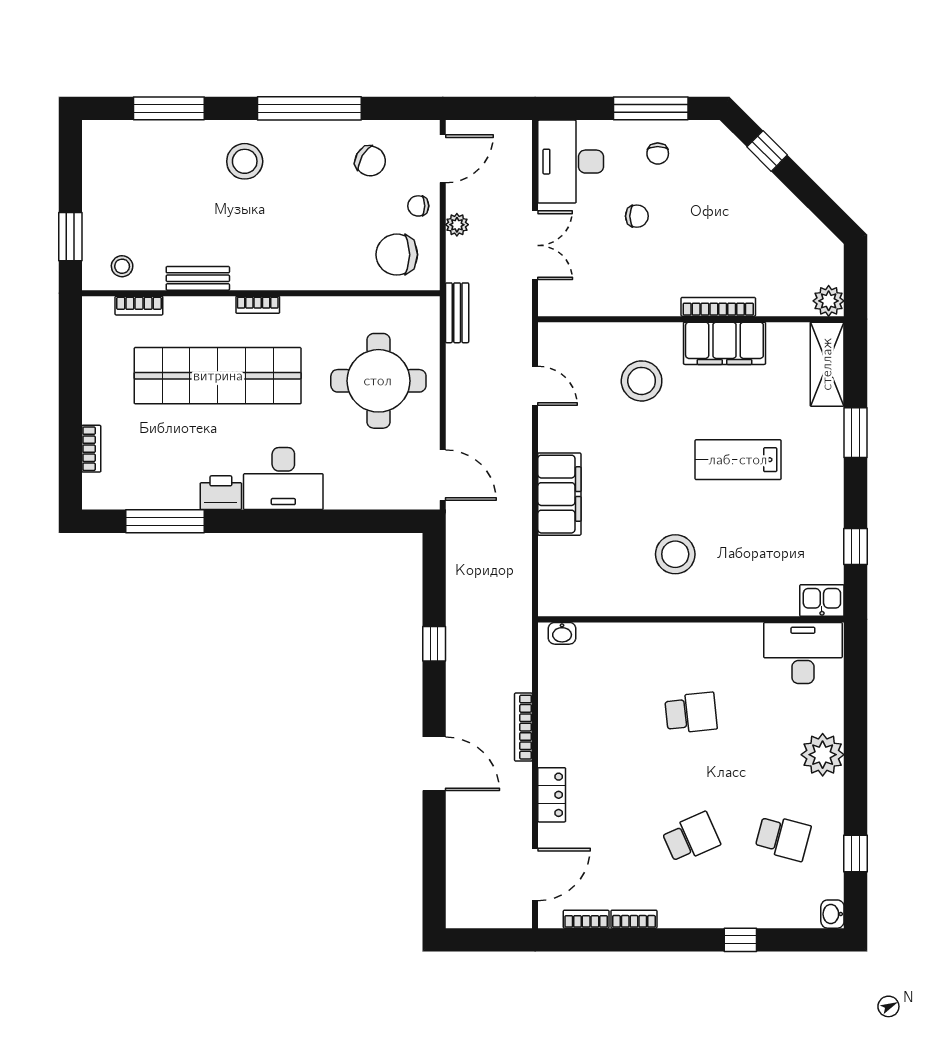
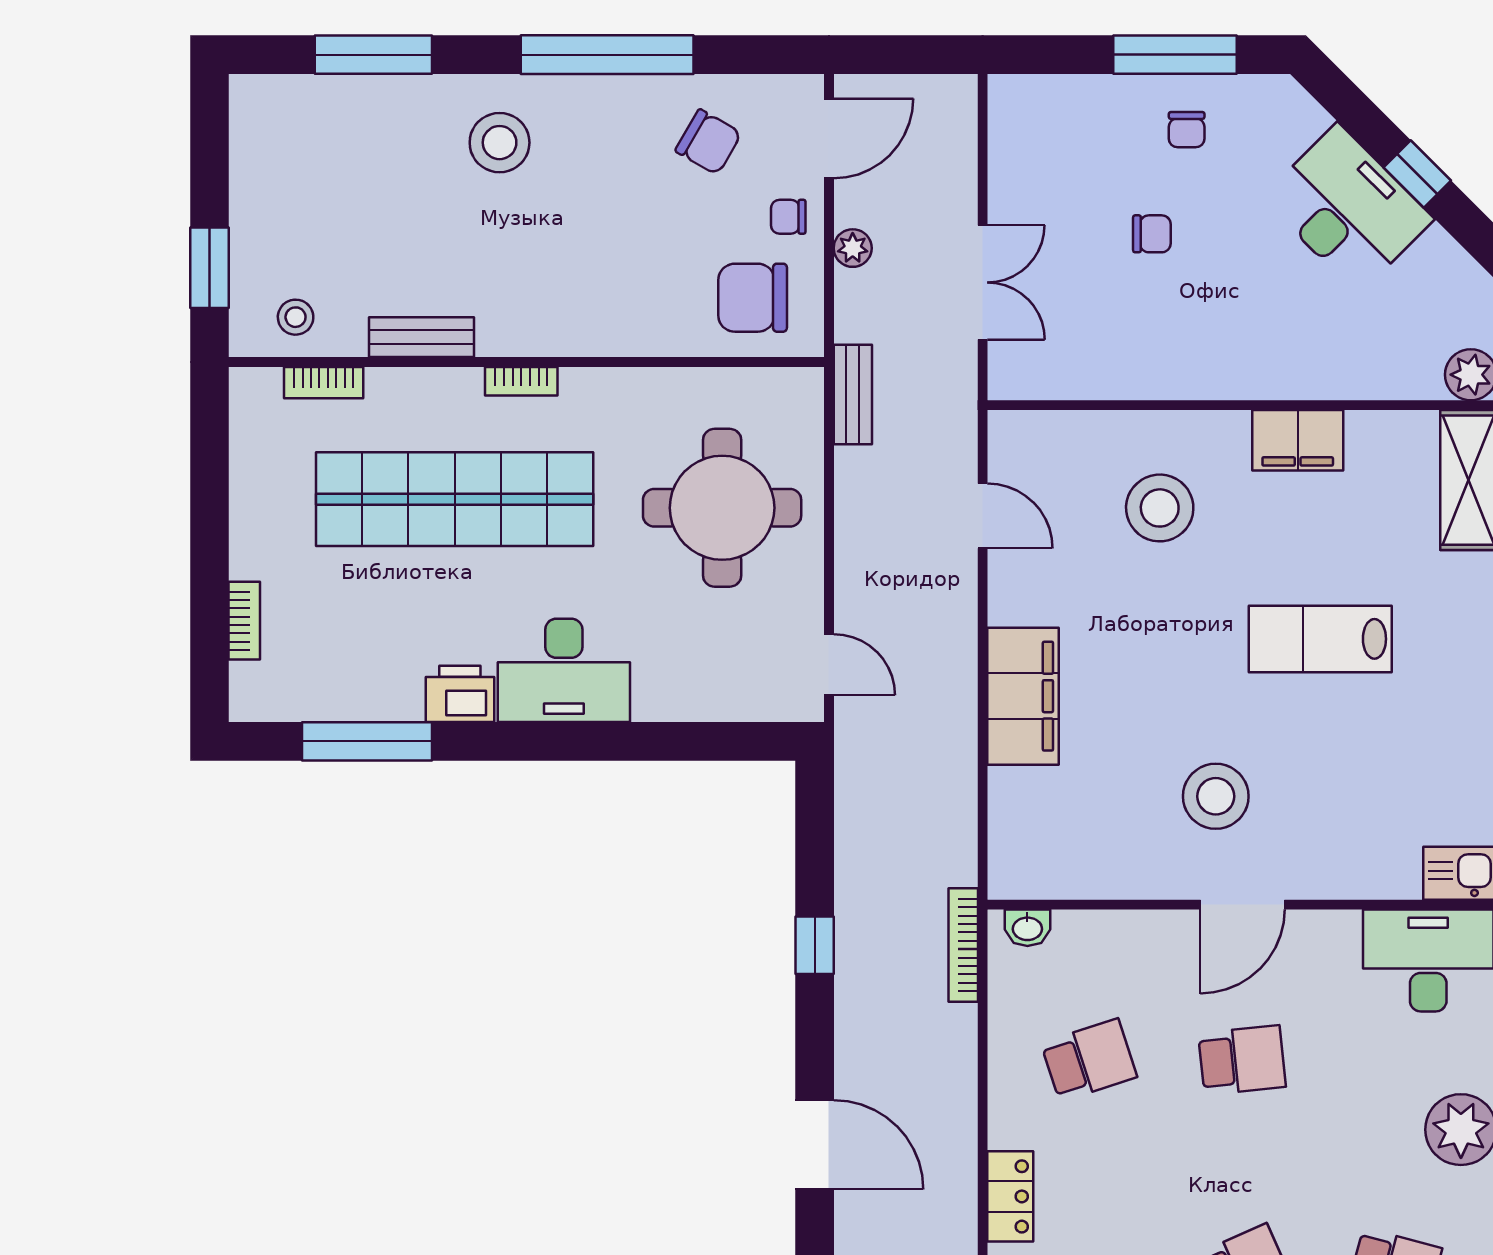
window: (767, 151) -> (1417, 174), moved
desk: (571, 162) -> (1348, 209), moved, turned 135
bookcase: (718, 307) -> (1287, 385), removed
filing cabinet: (724, 343) -> (1298, 440), width x0.67, depth x0.86
door: (443, 475) -> (829, 665), width x0.73
door: (691, 619) -> (1242, 905), added
school desk: (599, 713) -> (1089, 1060), added
bookcase: (523, 727) -> (963, 945), moved

